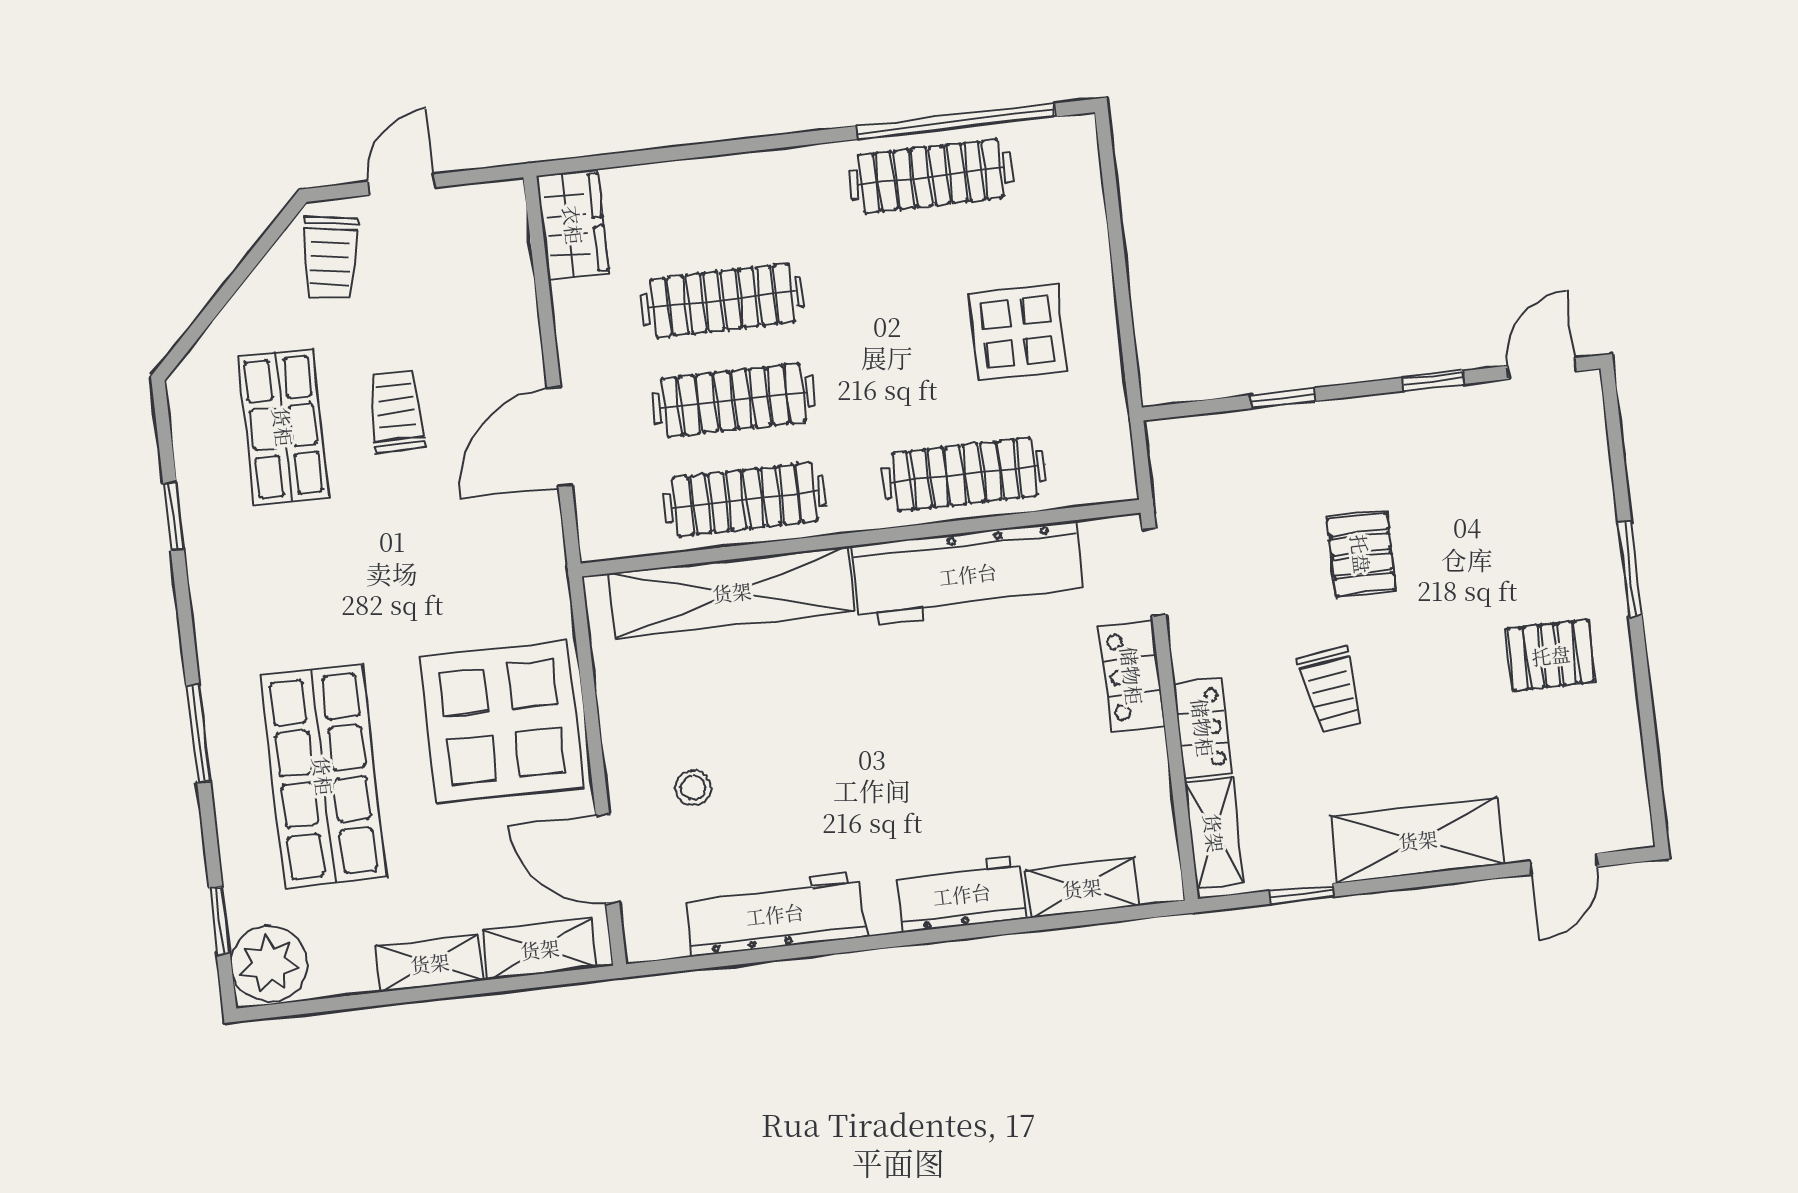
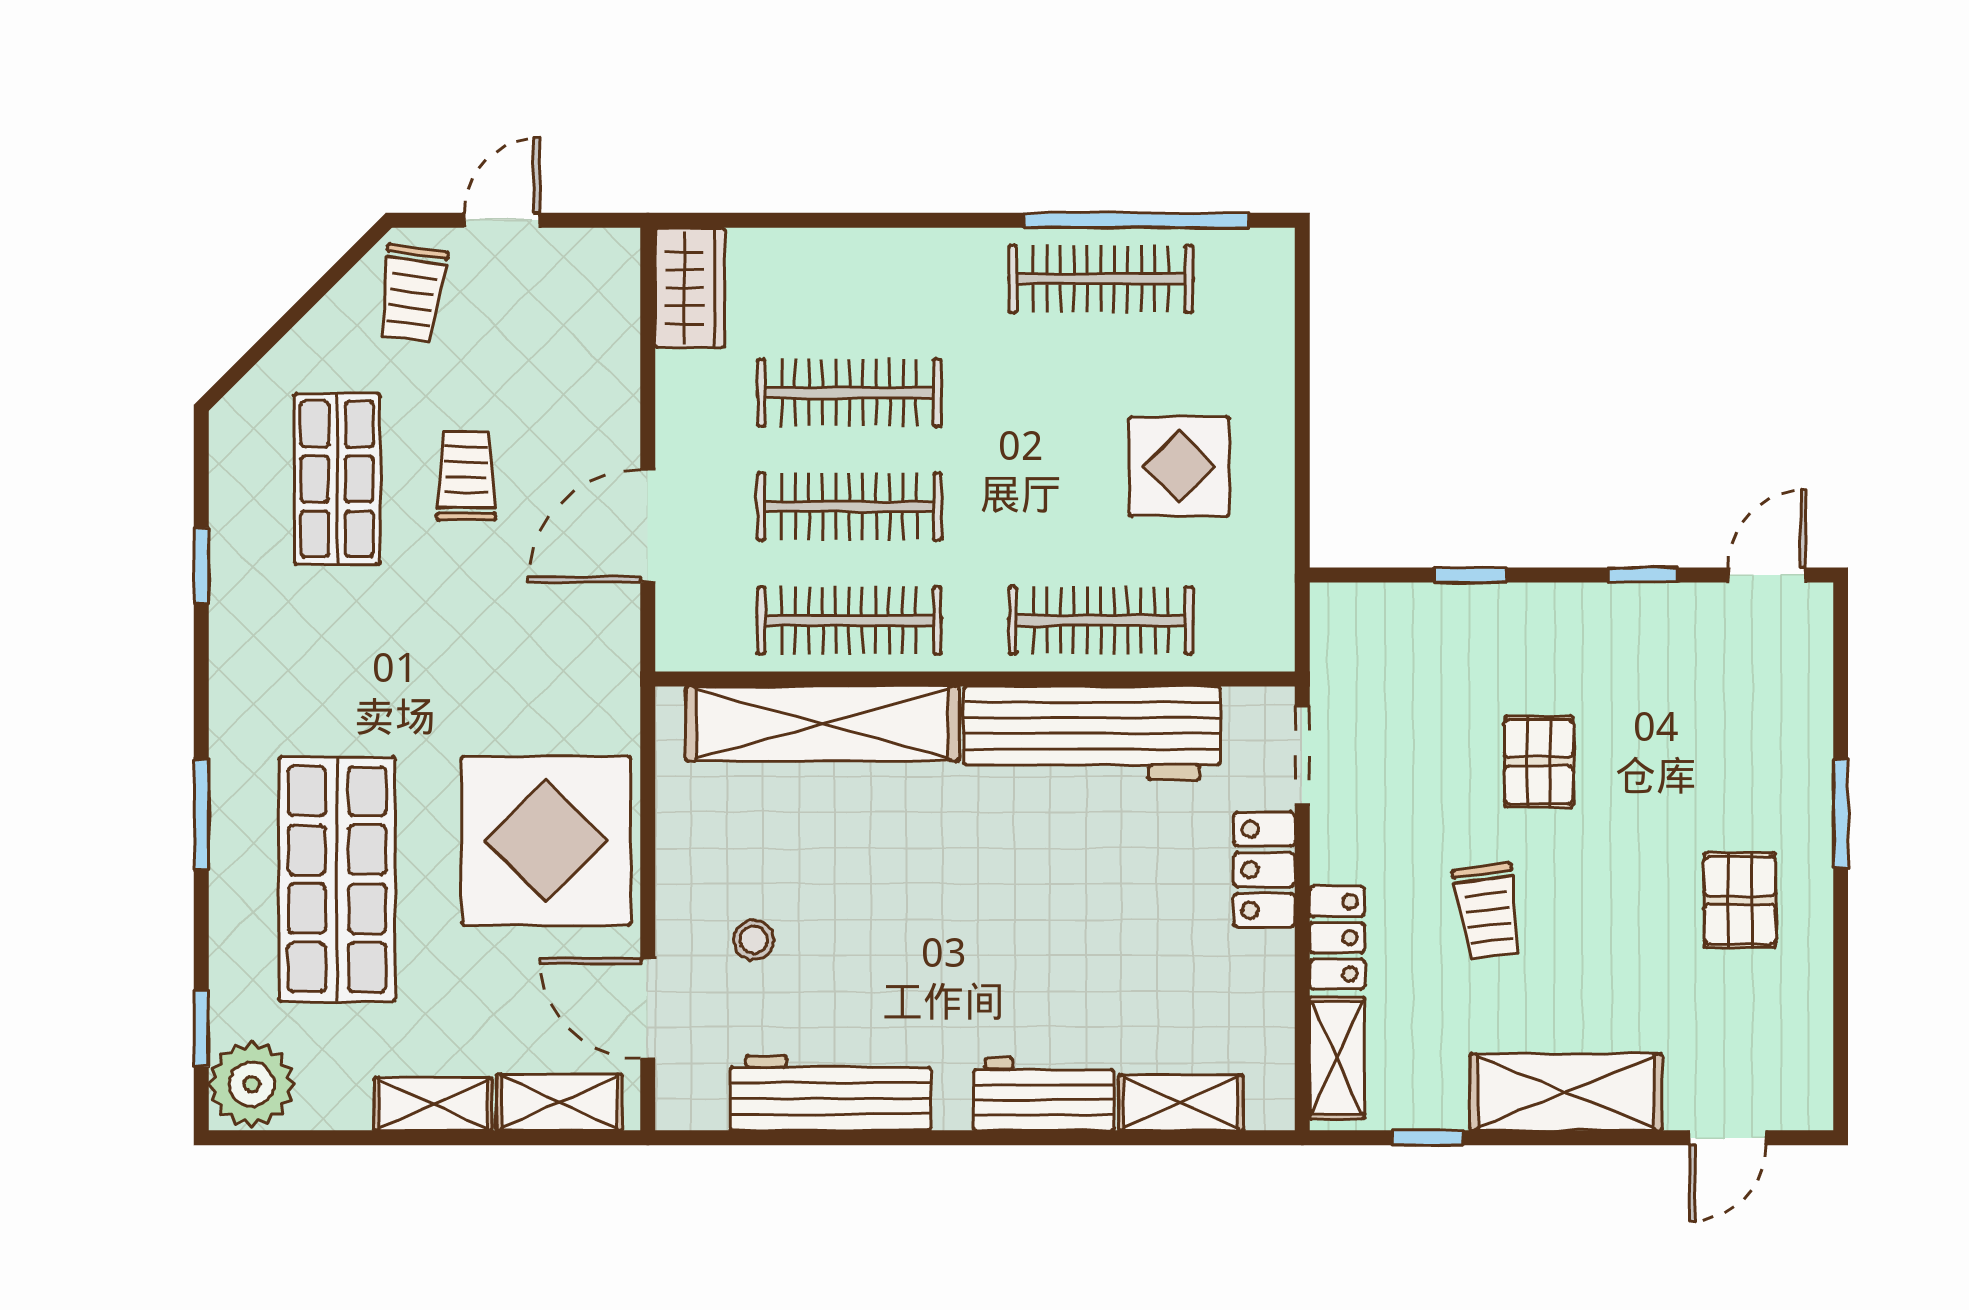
pallet: (1551, 655) -> (1740, 900), turned 90

